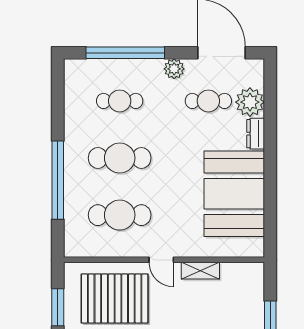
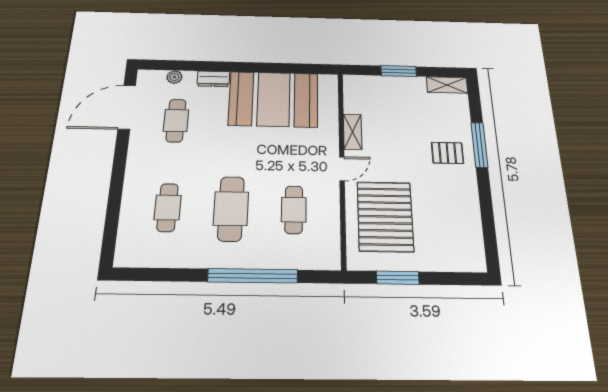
window: (125, 53) -> (115, 201), removed
plant: (174, 69) -> (138, 152), removed
plant: (250, 102) -> (174, 77), width x0.53, depth x0.53
cafe table: (120, 215) -> (294, 210), width x0.73, depth x0.74

